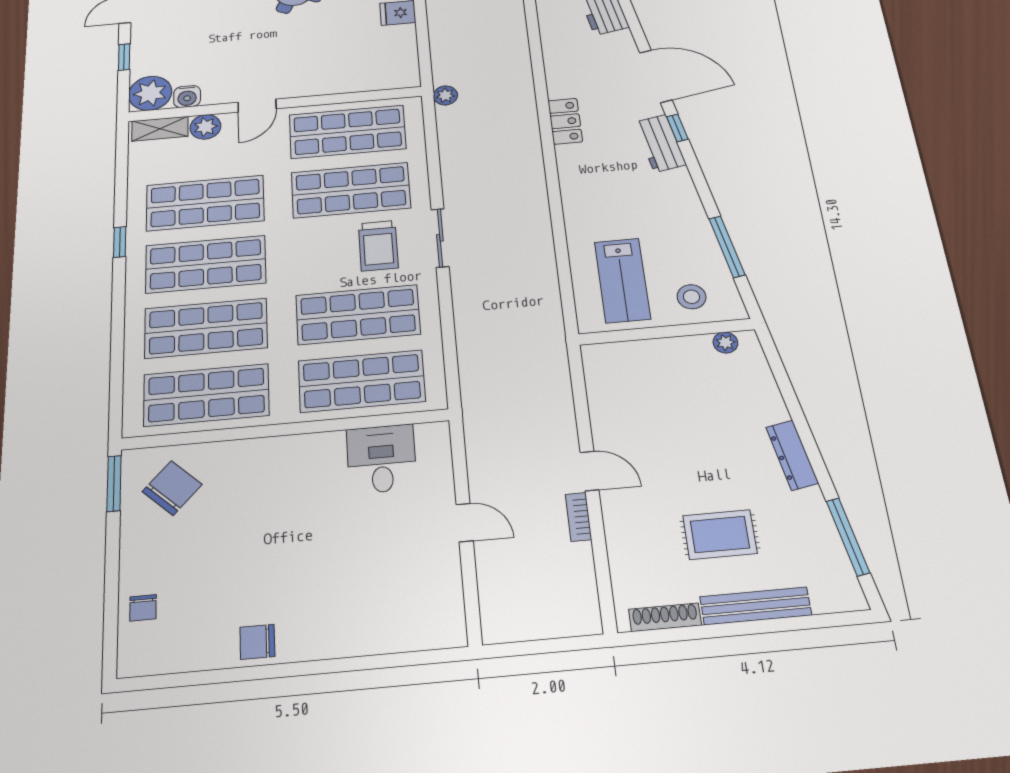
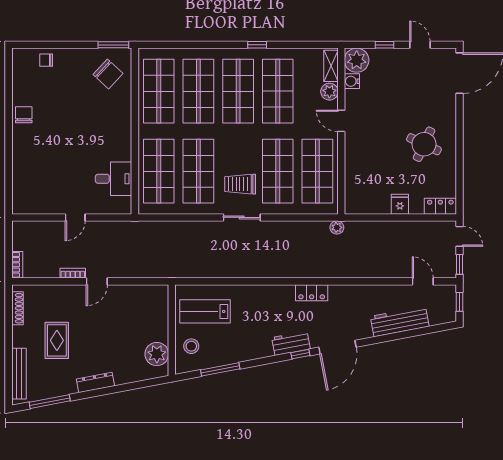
plant: (725, 343) -> (157, 354), width x1.87, depth x1.87
bench: (756, 606) -> (19, 374), moved
bookcase: (574, 626) -> (17, 265), added

